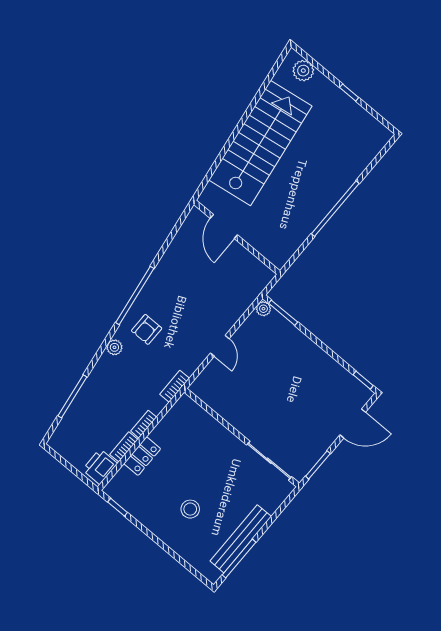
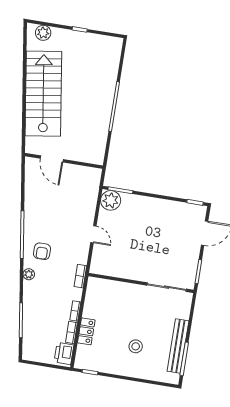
plant: (263, 309) -> (111, 200), width x1.88, depth x1.88

